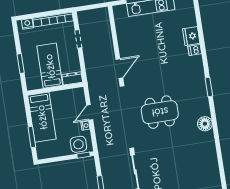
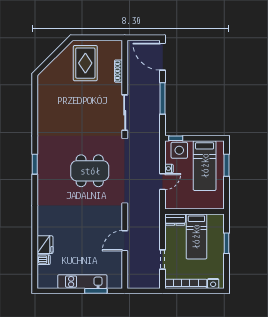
dishwasher: (195, 50) -> (44, 260), moved
door: (119, 68) -> (125, 241), moved
window: (209, 87) -> (35, 164), moved
bed: (42, 117) -> (205, 166), moved, turned 180
floor lamp: (205, 124) -> (45, 152), removed

